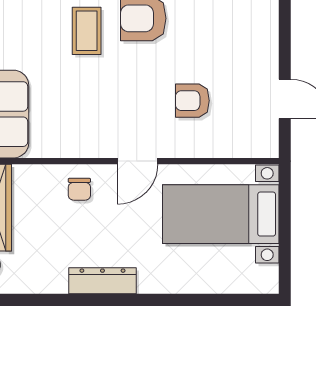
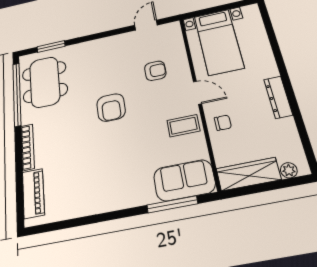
coffee table: (87, 31) -> (183, 126), moved
armchair: (192, 101) -> (155, 71), turned -90

